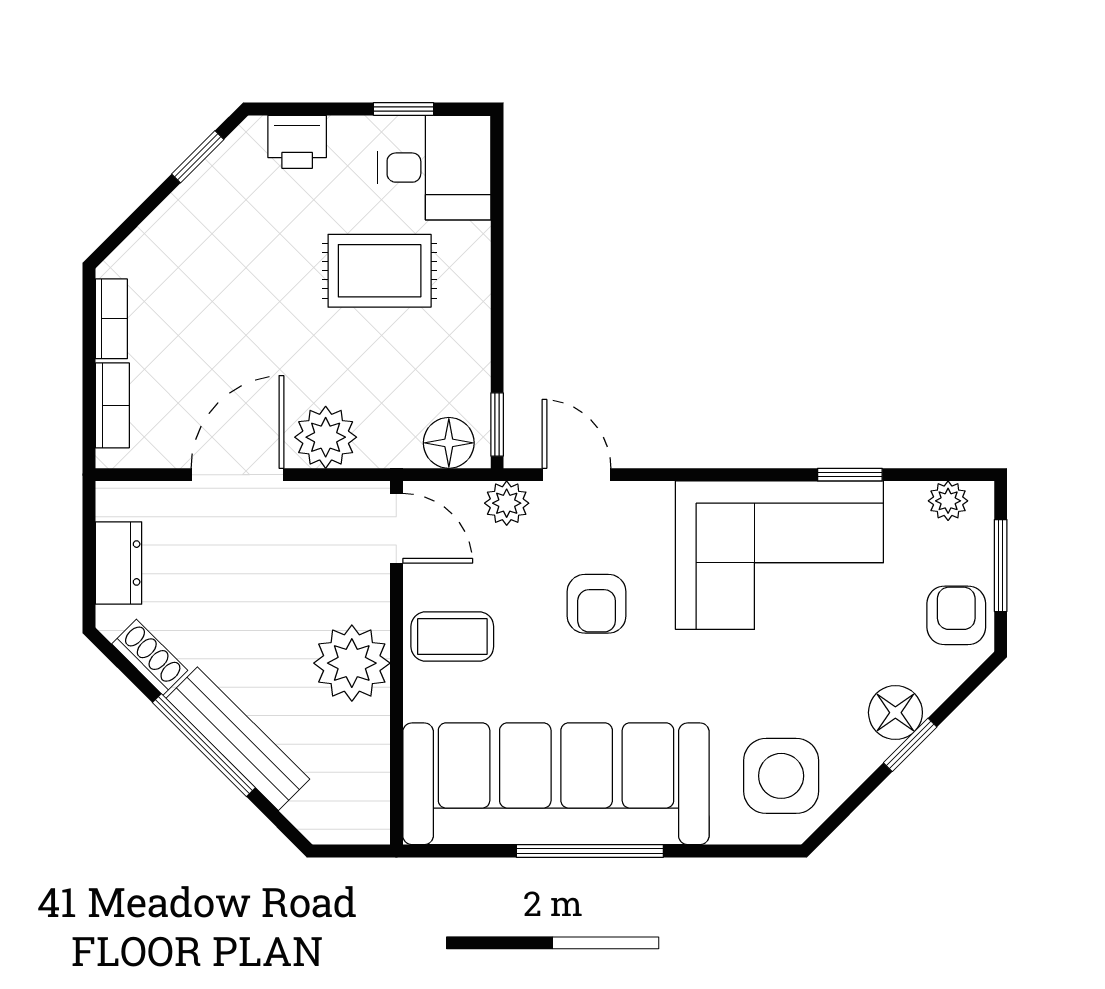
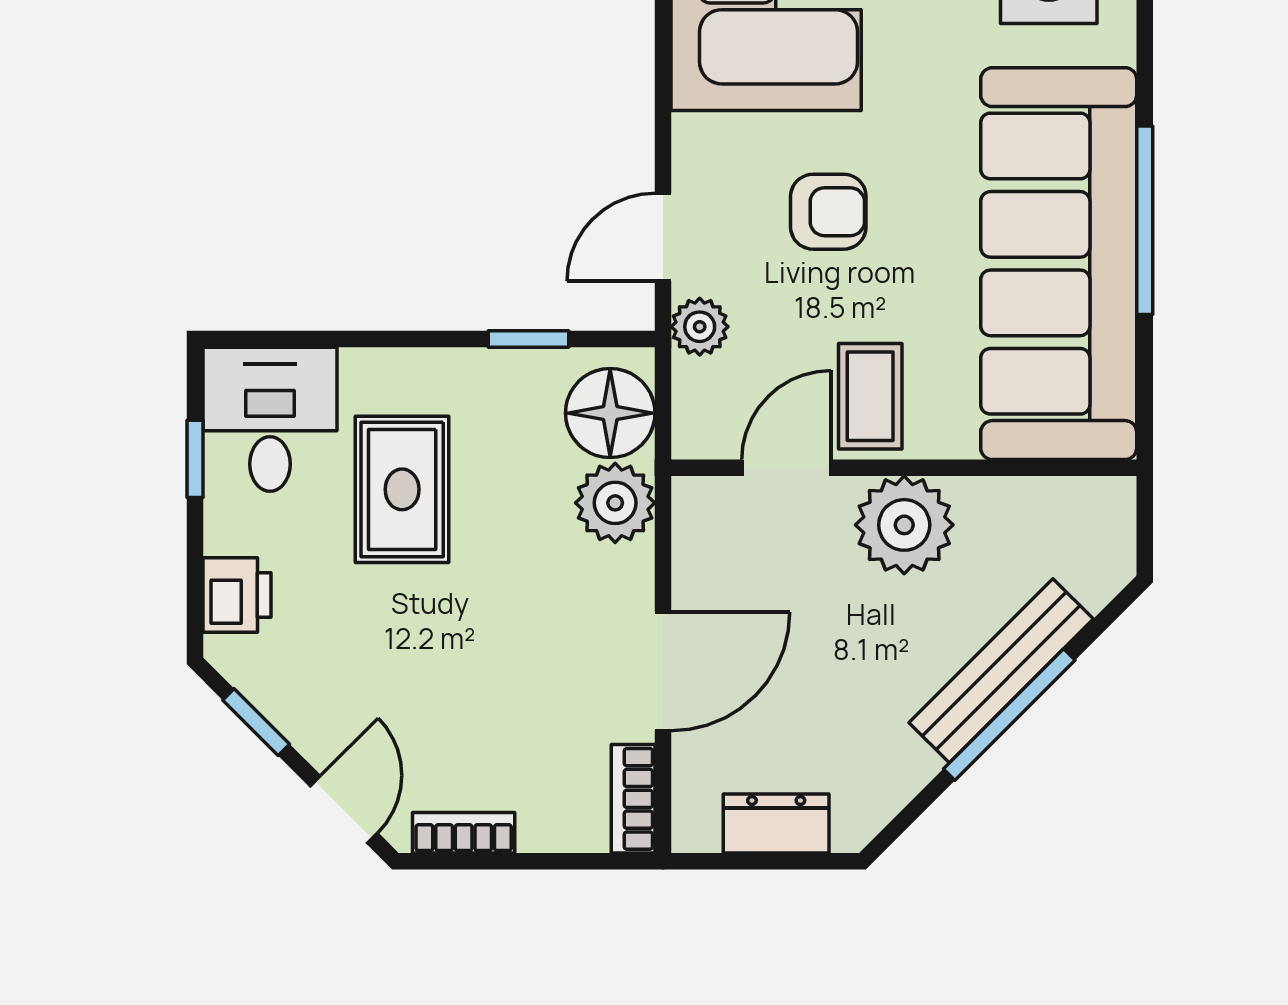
door: (129, 225) -> (344, 810), added
bookcase: (112, 405) -> (633, 799), moved, turned -90
window: (497, 425) -> (528, 339), moved
plant: (326, 437) -> (615, 503), moved
floor lamp: (449, 443) -> (610, 413), width x1.38, depth x1.38
door: (237, 475) -> (663, 671), swing flipped
door: (396, 528) -> (787, 468), moved
shoe rack: (150, 657) -> (897, 784), removed

